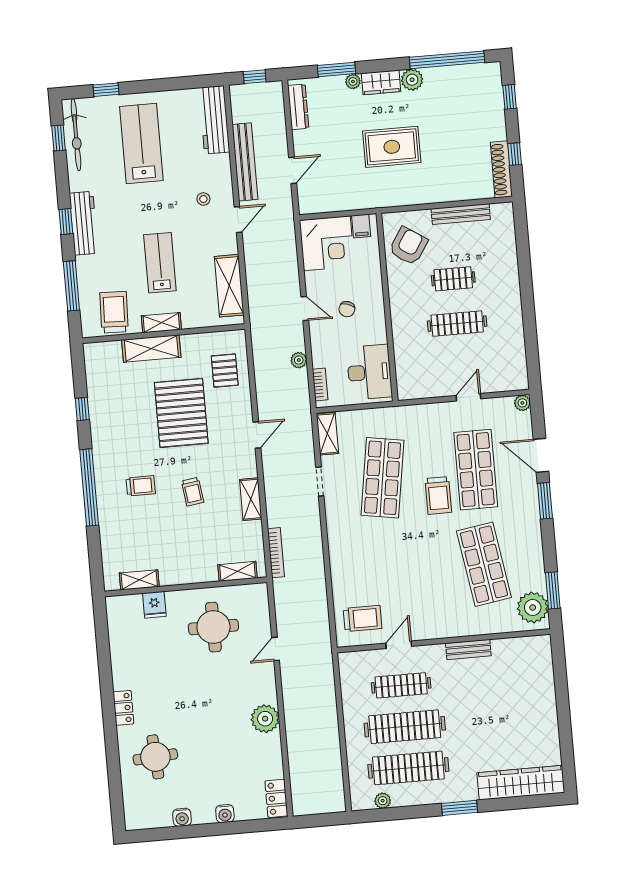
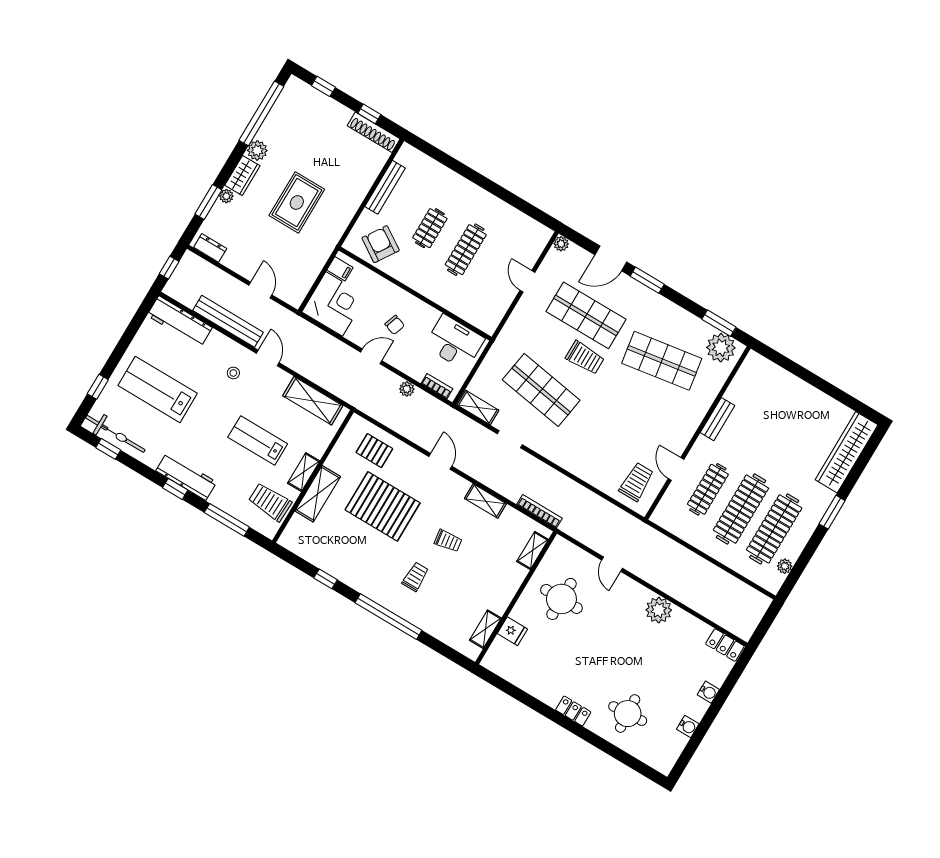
dresser: (298, 107) -> (210, 248), width x0.70

